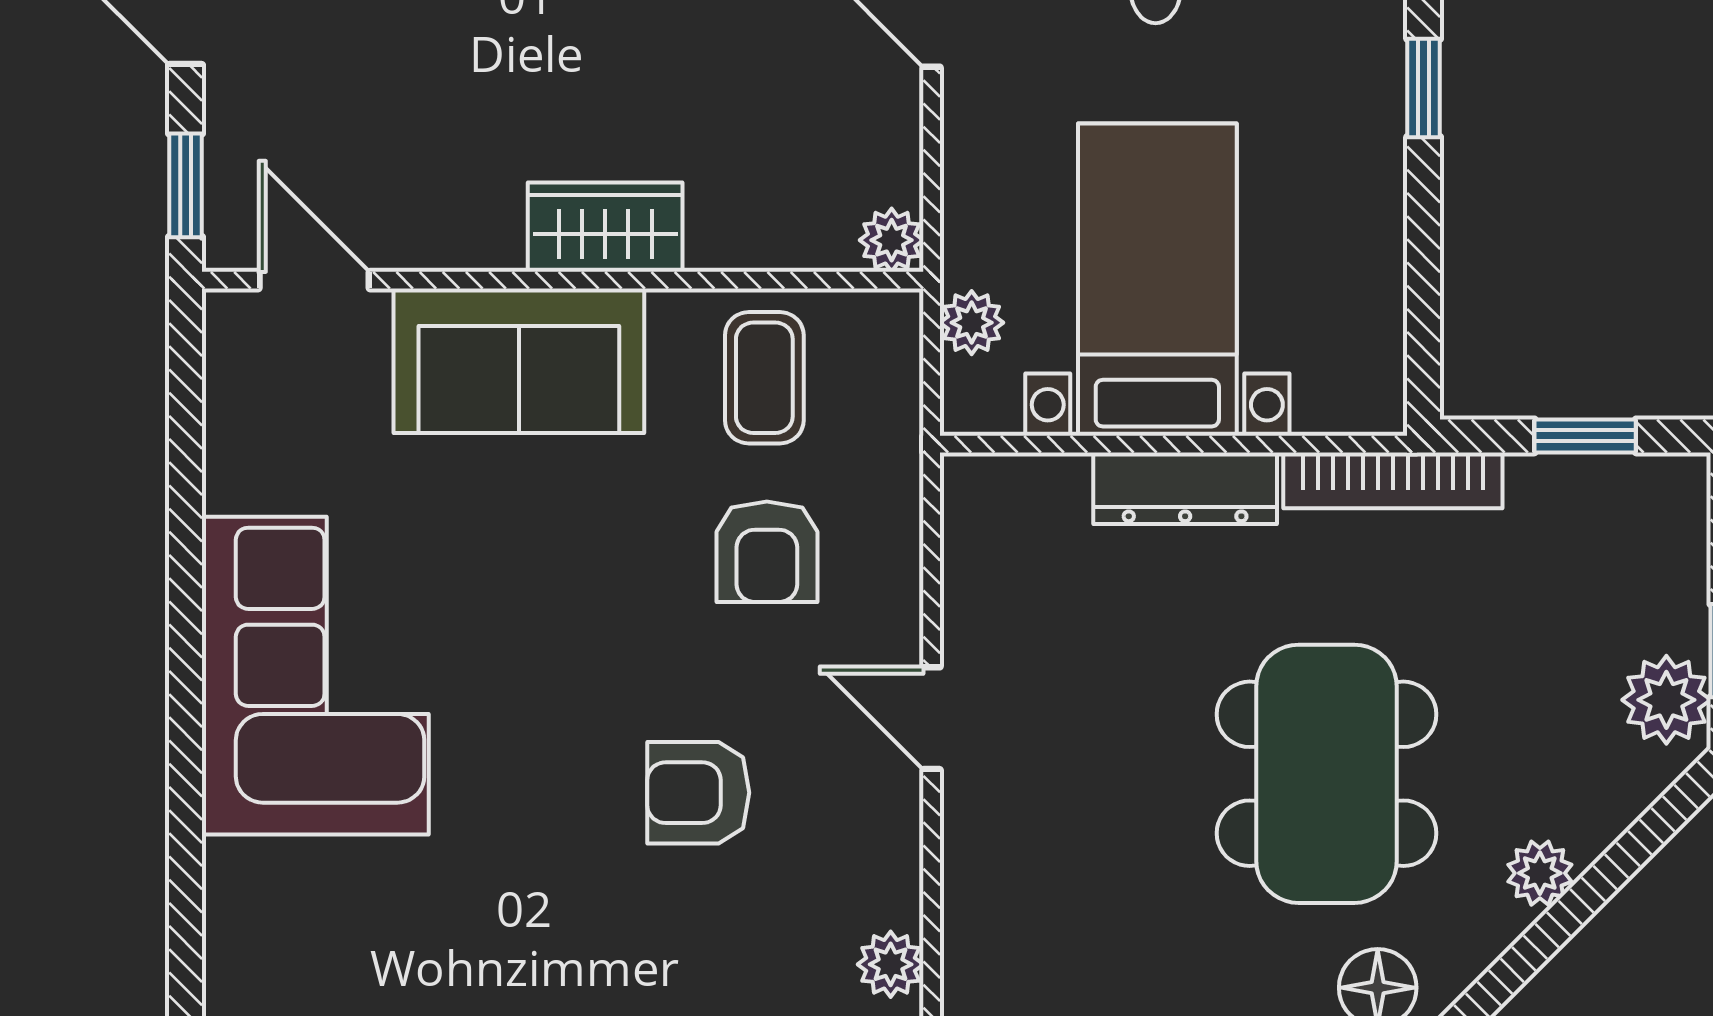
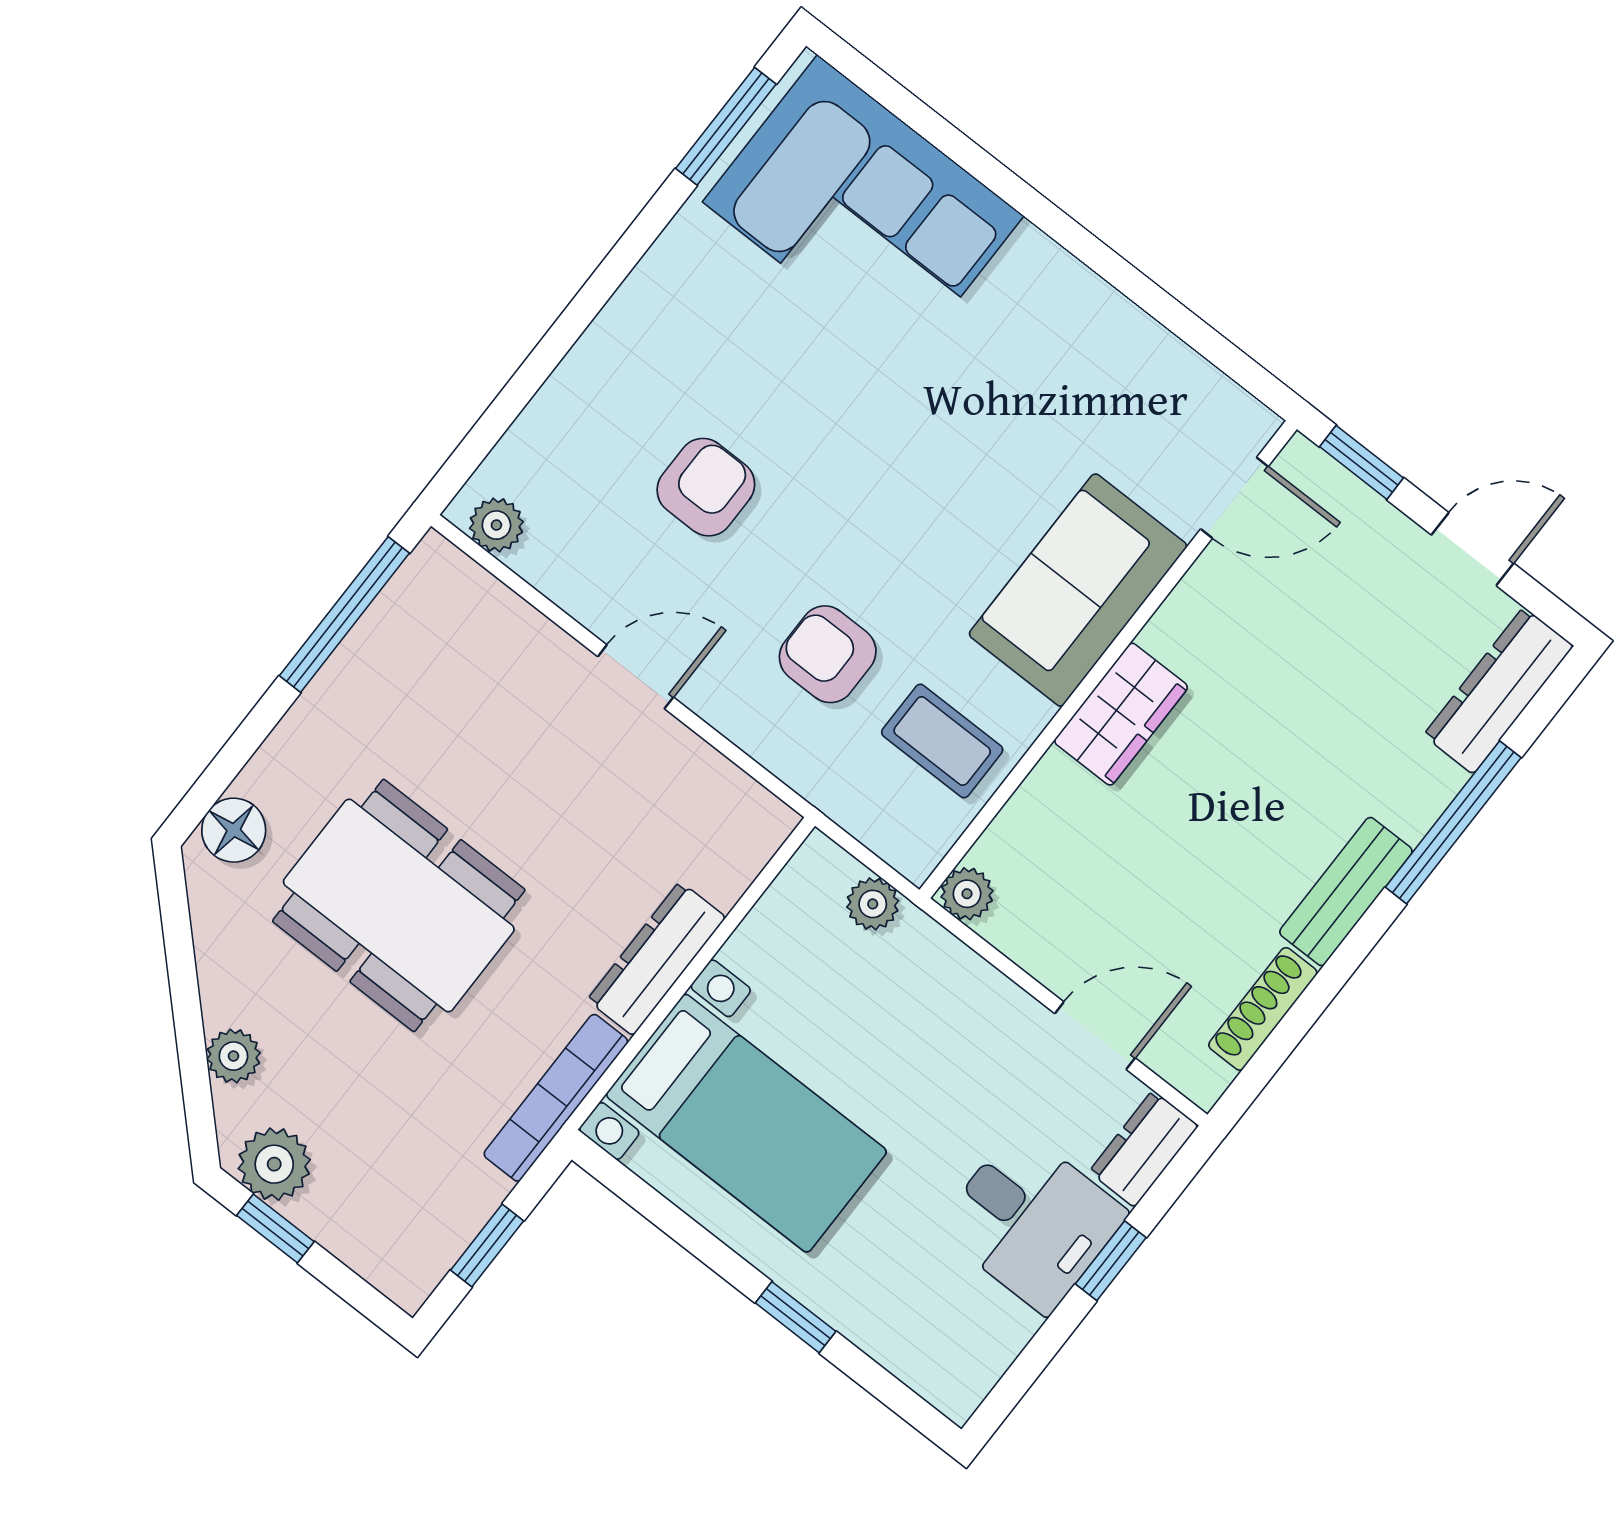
bed with nightstands: (1157, 280) -> (746, 1123), moved
corner sofa: (315, 676) -> (863, 209), moved
plant: (1540, 873) -> (233, 1056), moved

